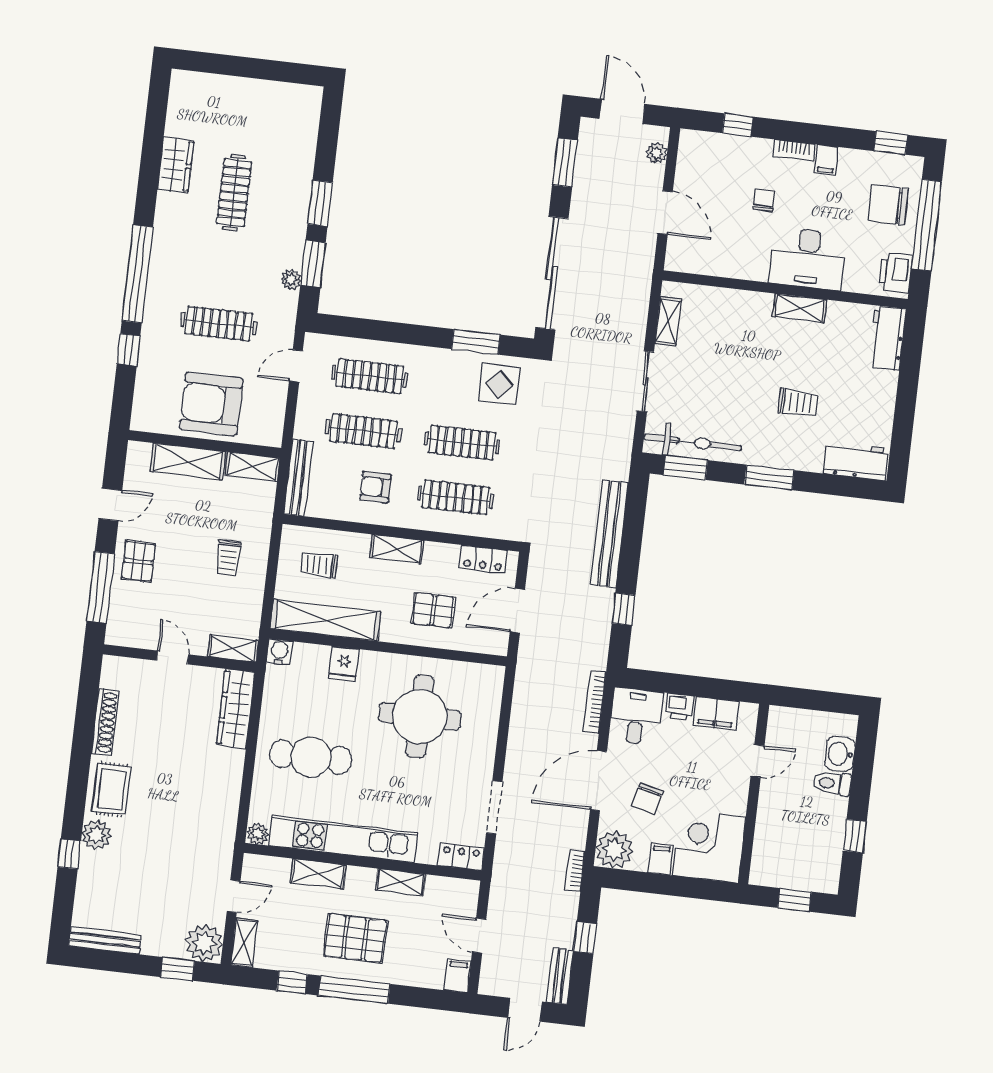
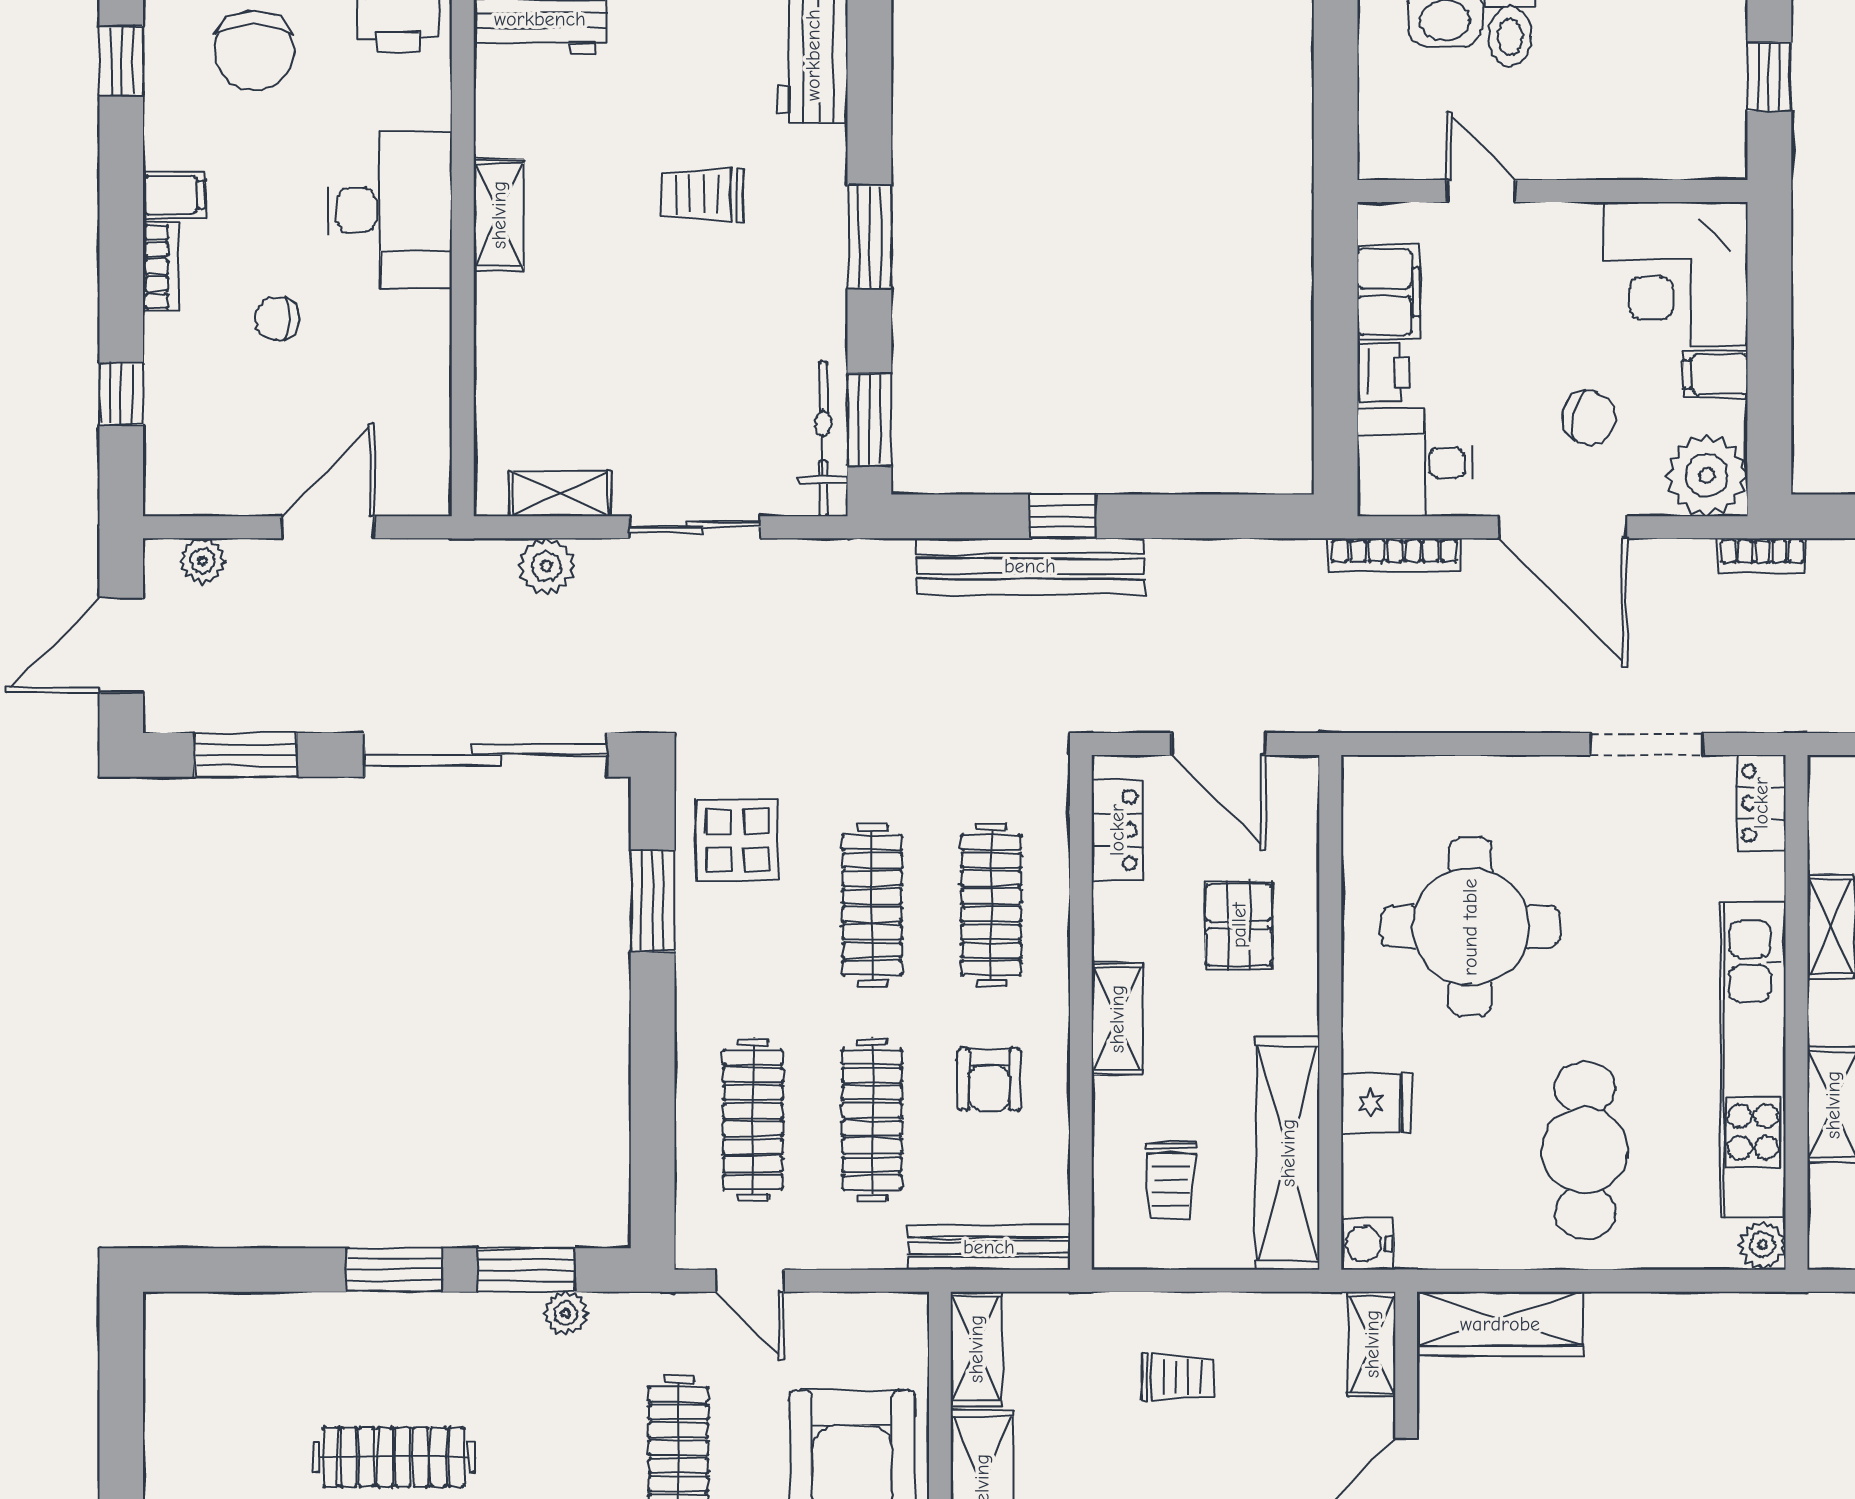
plant: (635, 311) -> (547, 566), added
trolley: (798, 403) -> (702, 195), turned -91
bicycle: (693, 442) -> (823, 439), width x0.73, depth x0.71
window: (624, 609) -> (1063, 516), moved

